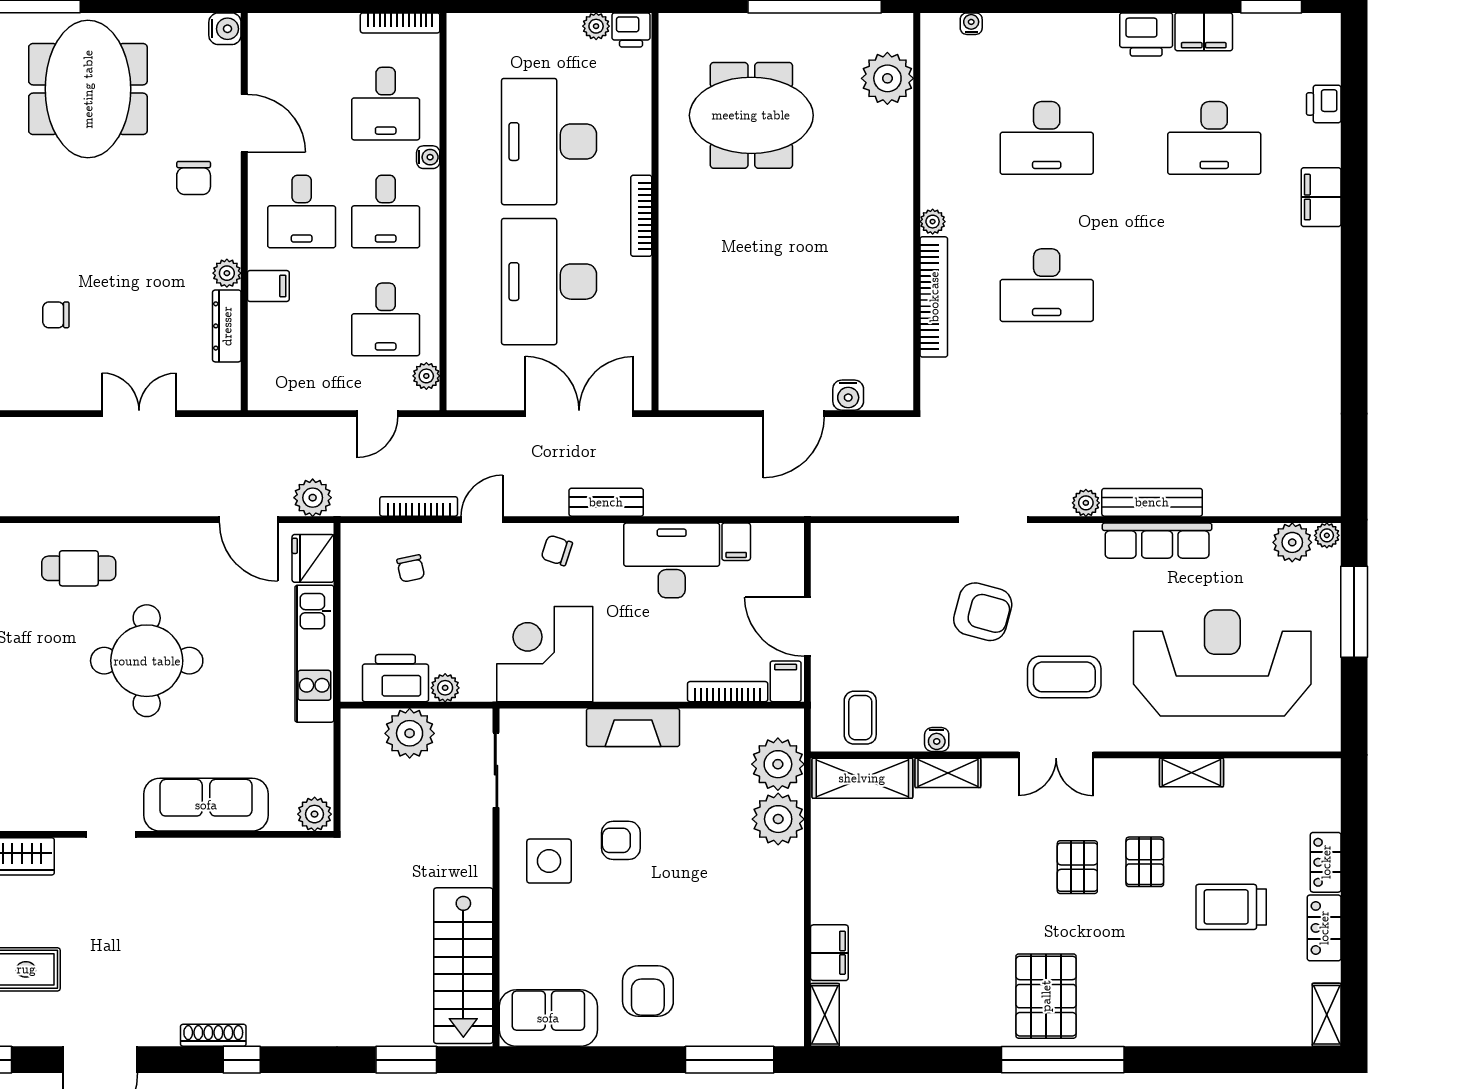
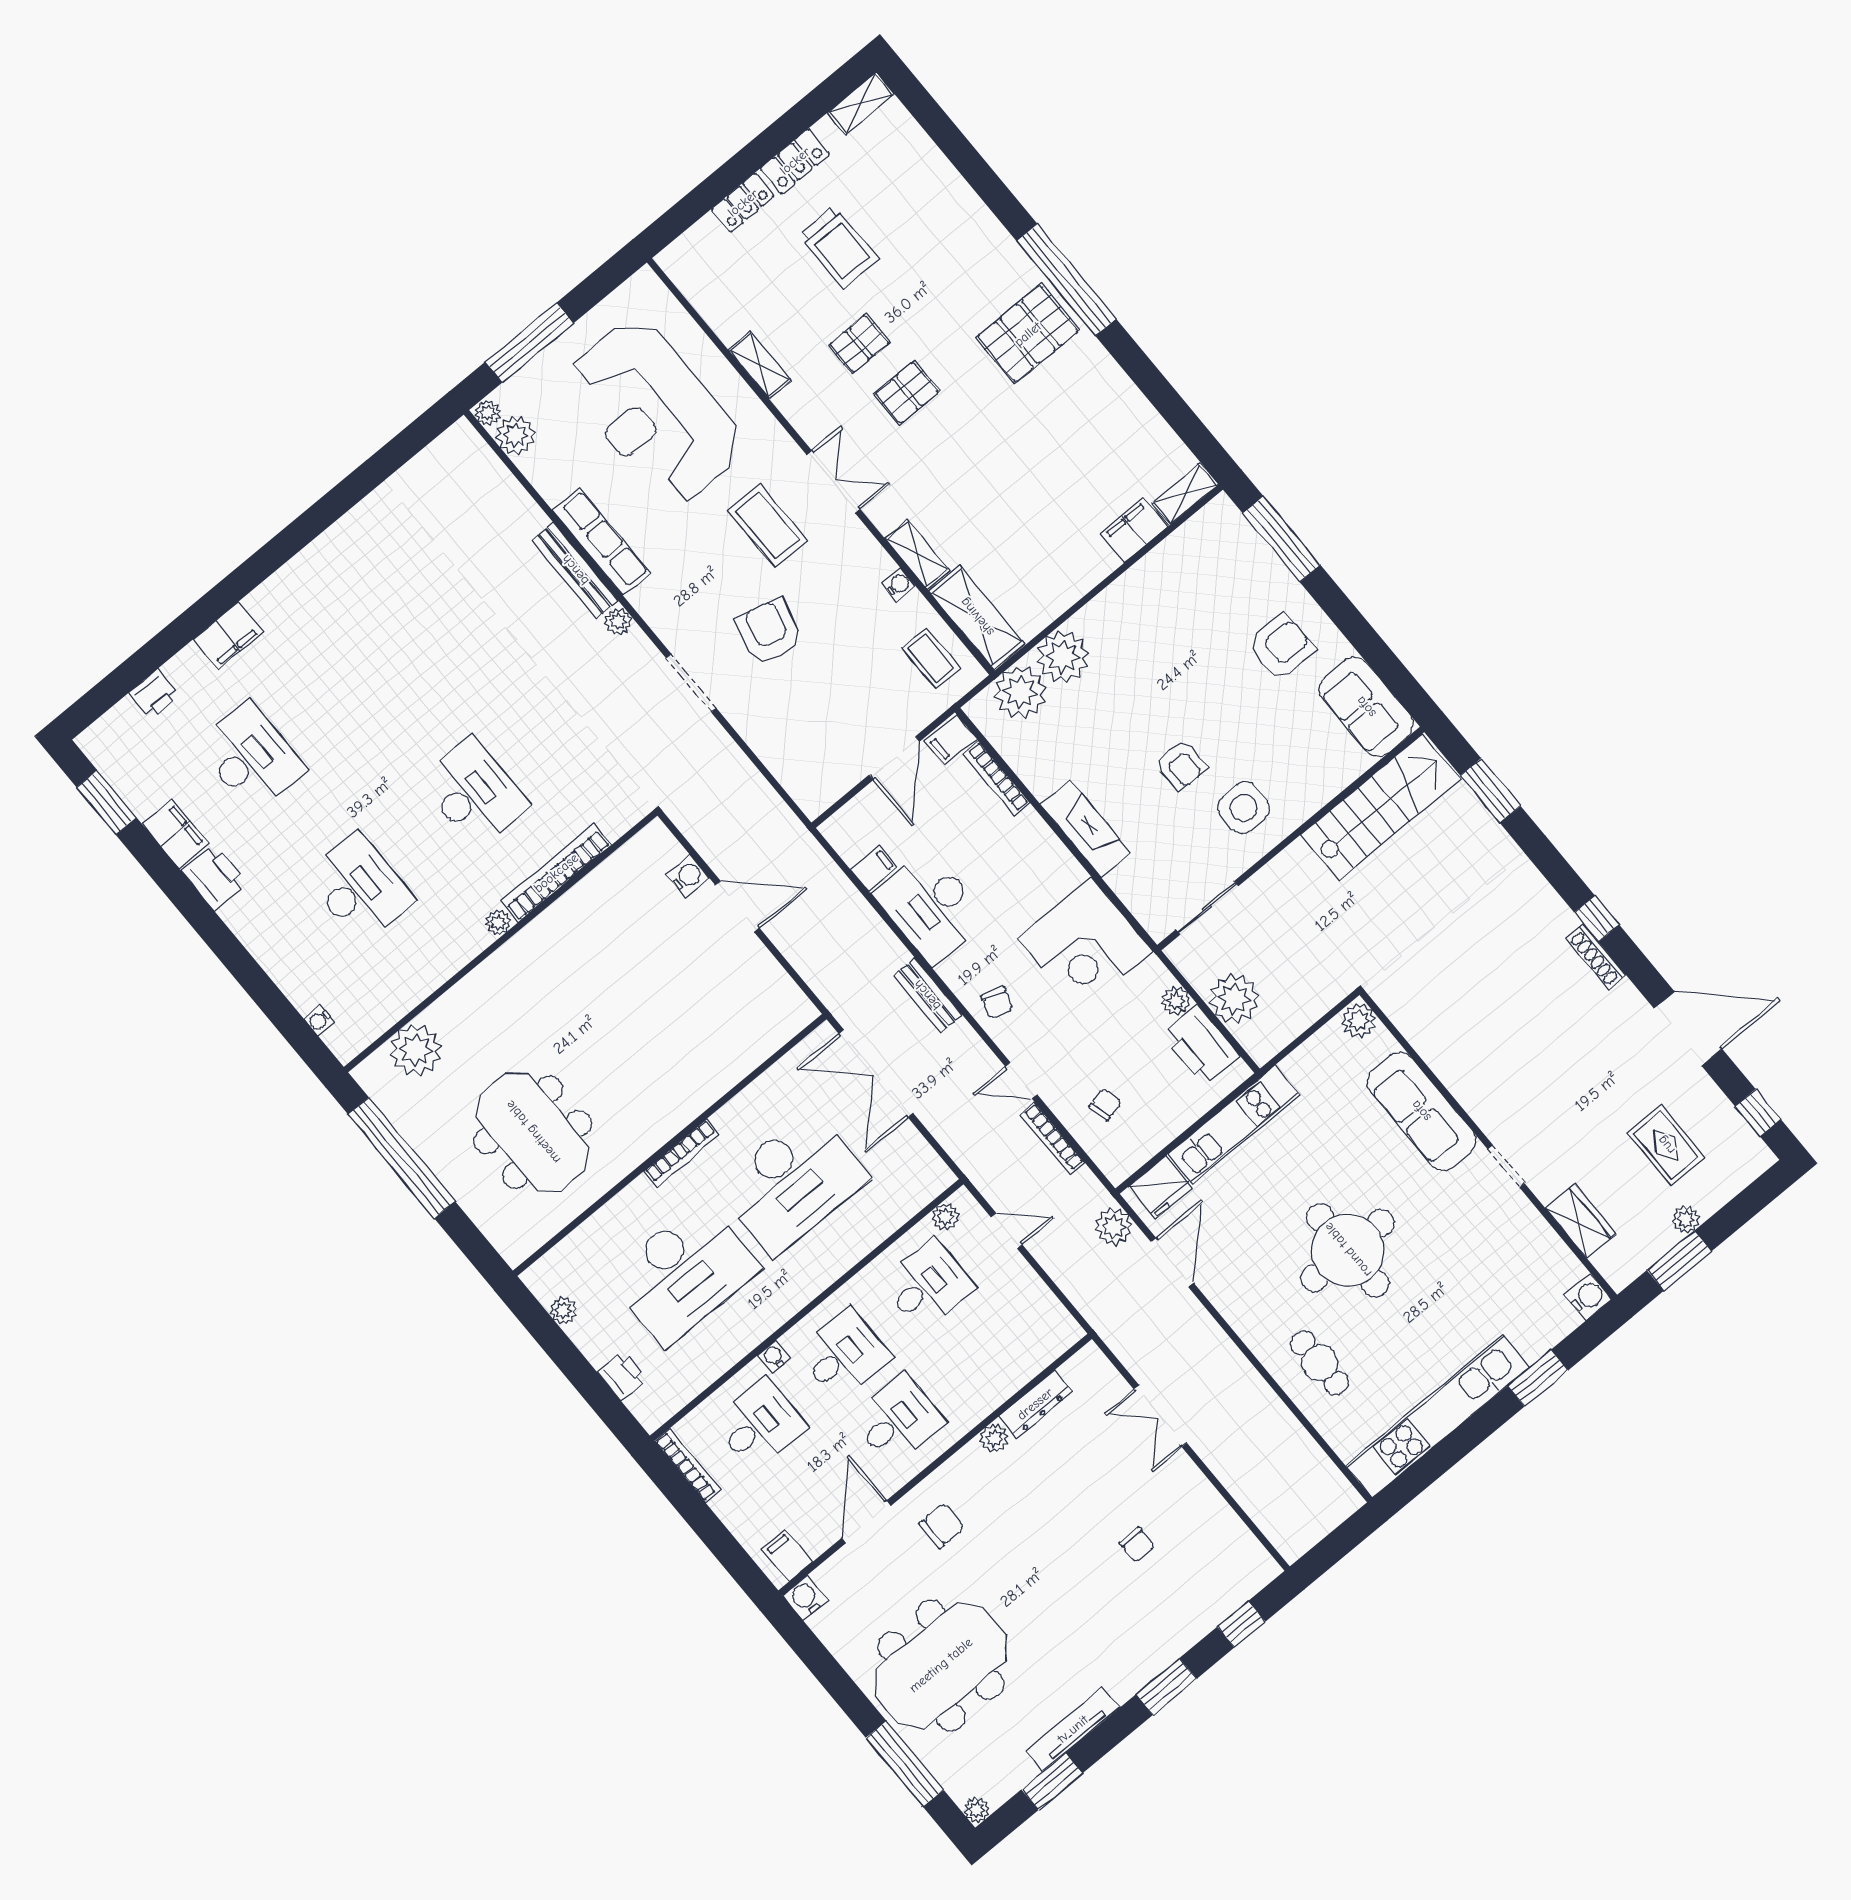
printer: (631, 30) -> (622, 1376), moved
filing cabinet: (268, 286) -> (787, 1556), moved
coffee table: (860, 718) -> (931, 658), turned 90

